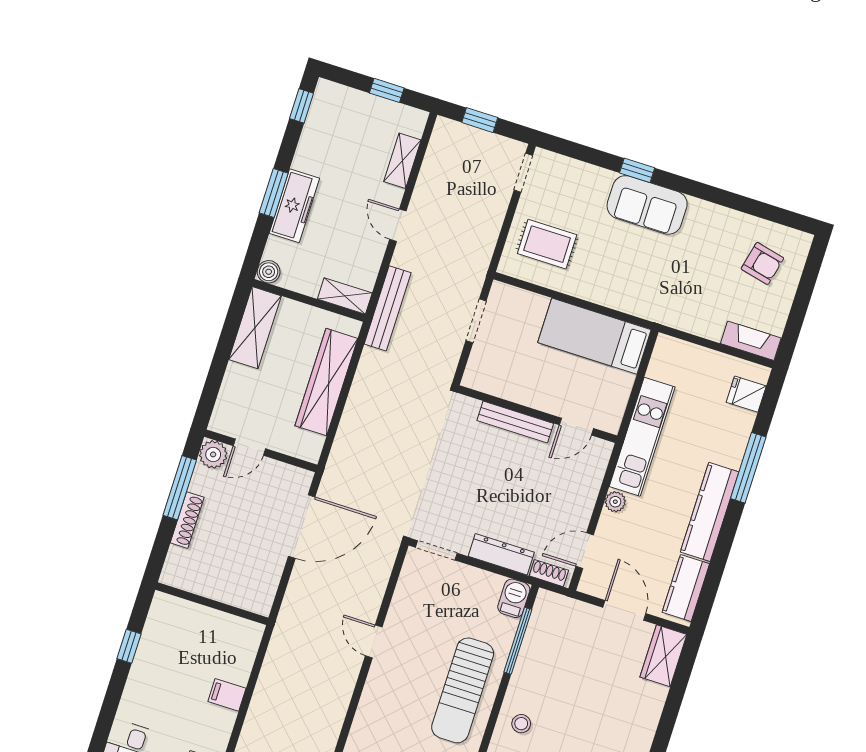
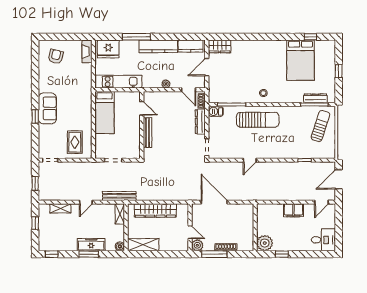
fridge: (746, 394) -> (108, 49), width x1.88, depth x1.34
kitchen unit: (642, 437) -> (118, 82), moved
plant: (168, 614) -> (265, 243), added
filing cabinet: (227, 695) -> (293, 210), width x2.00

